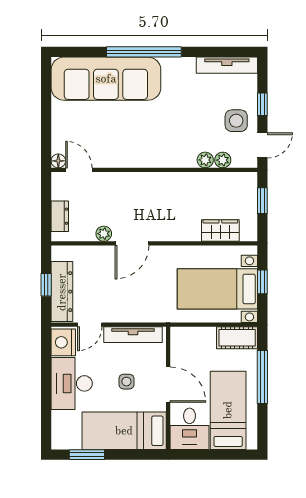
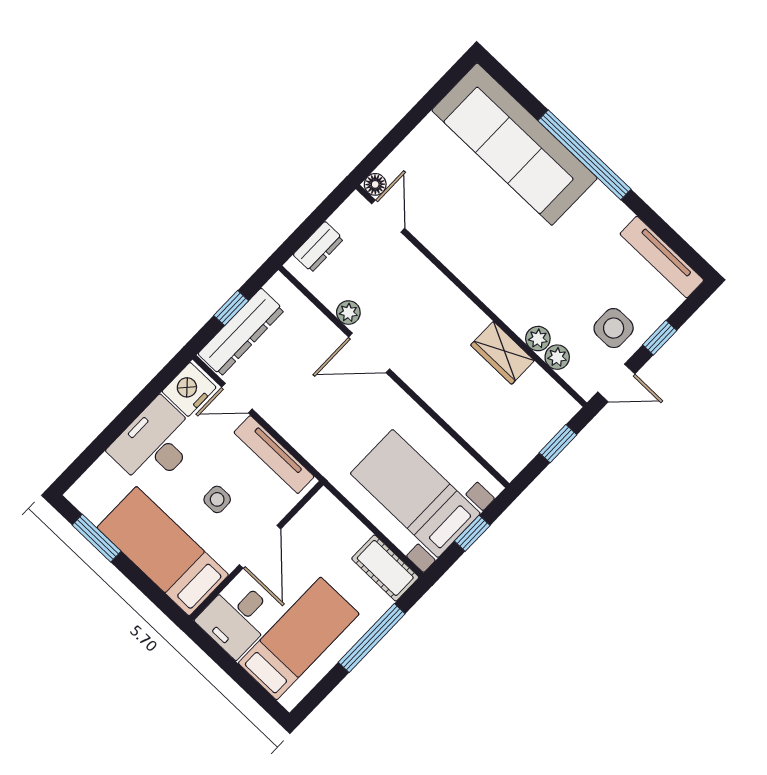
wardrobe: (220, 230) -> (502, 353), moved, turned 180

